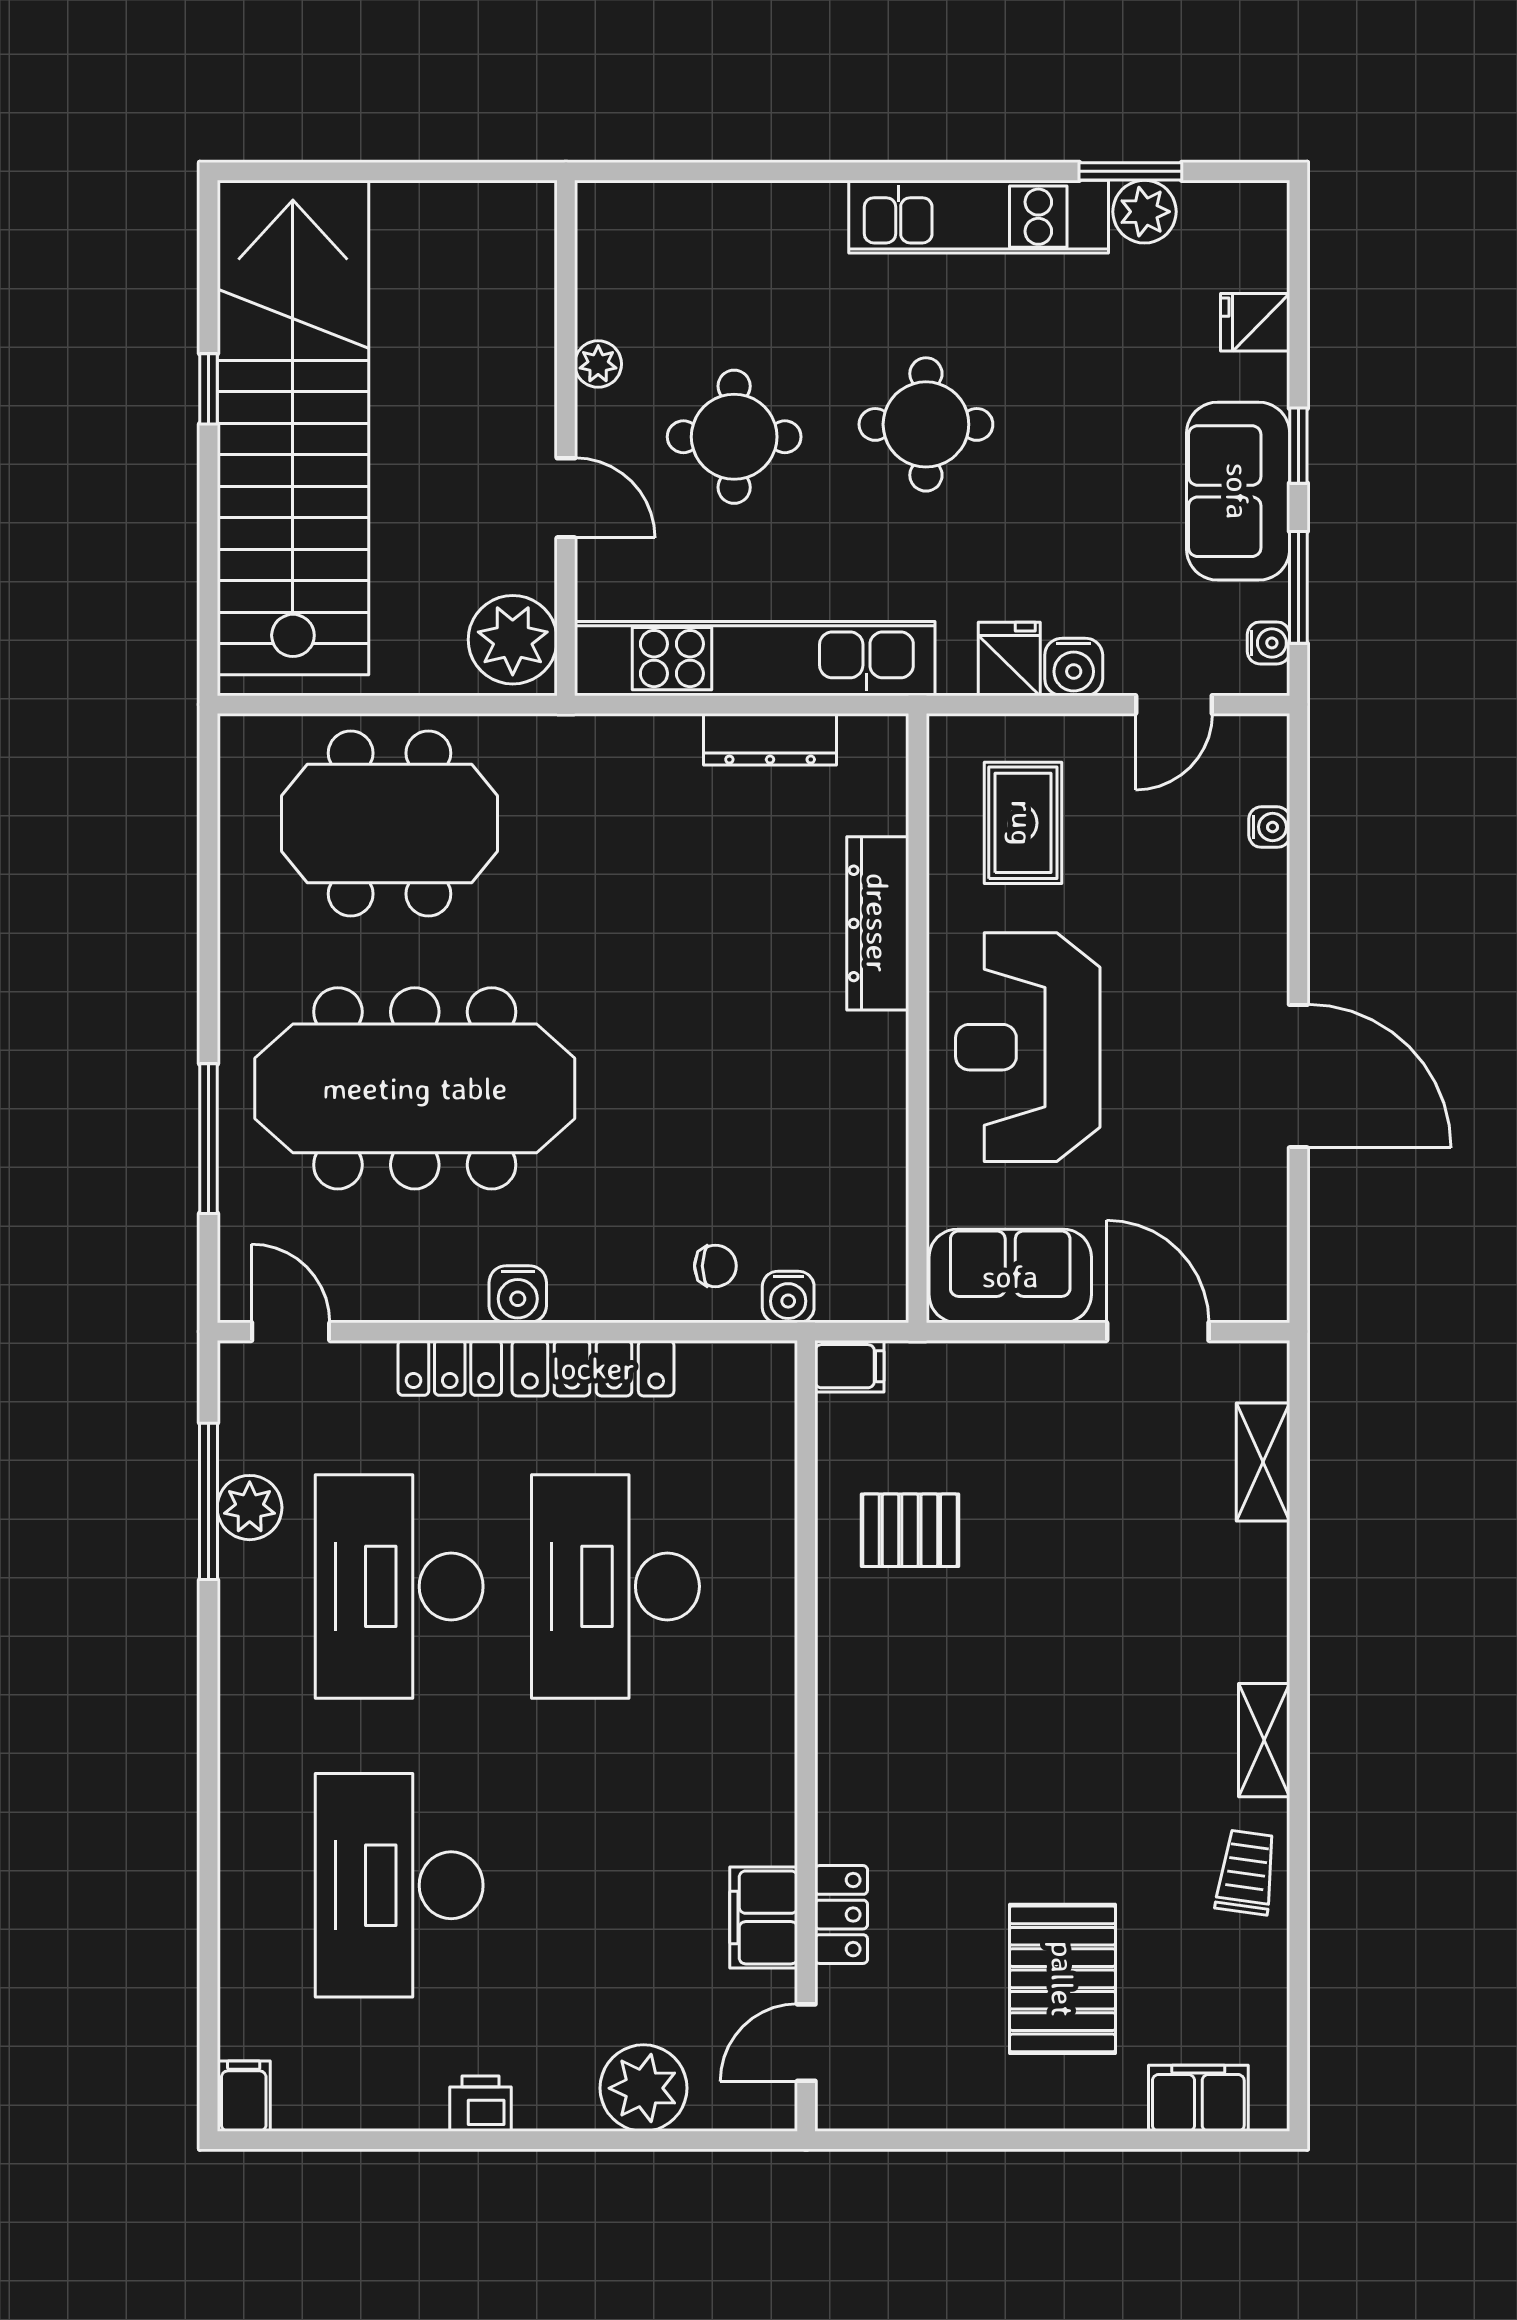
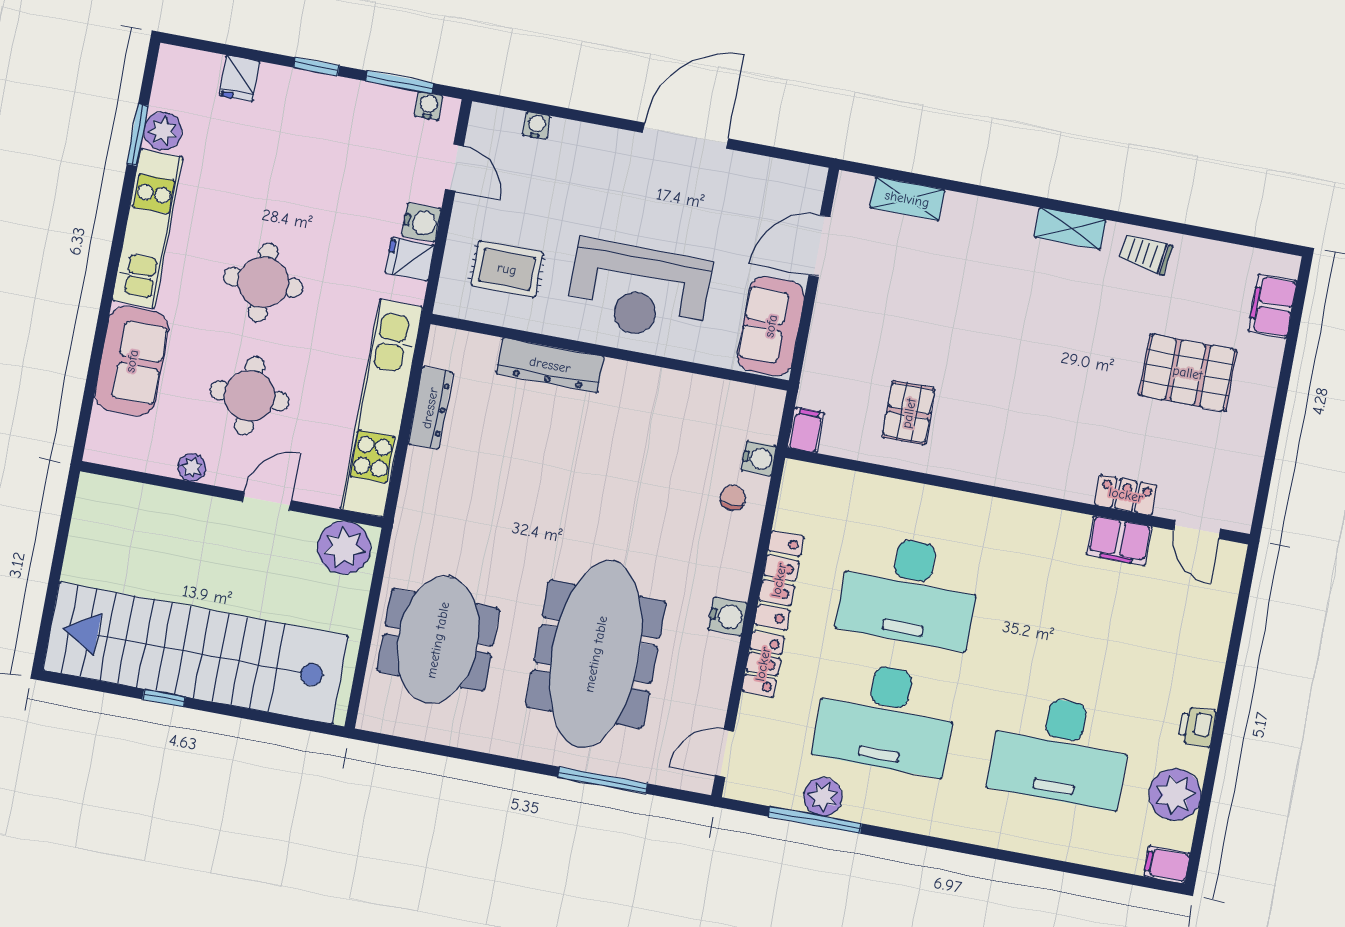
sofa: (1238, 491) -> (132, 361), moved, turned -90
plant: (643, 2088) -> (1175, 795), moved

